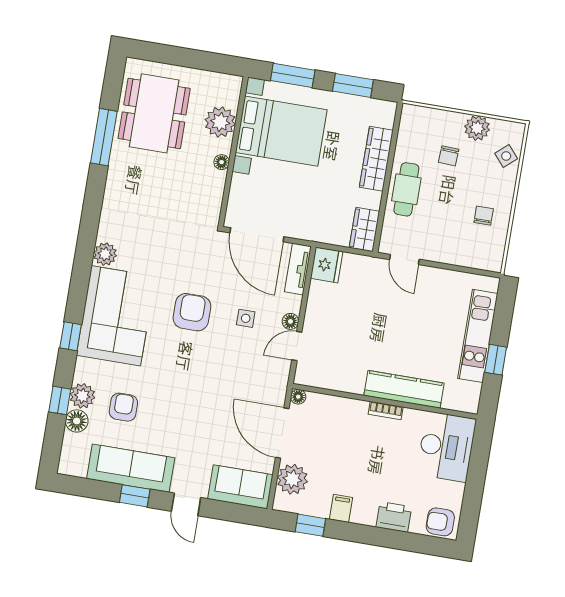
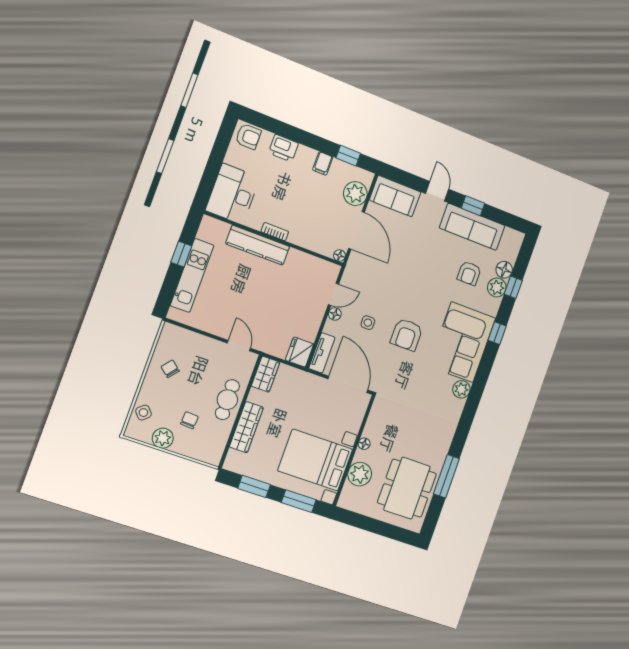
chair: (484, 216) -> (170, 369), turned 130

